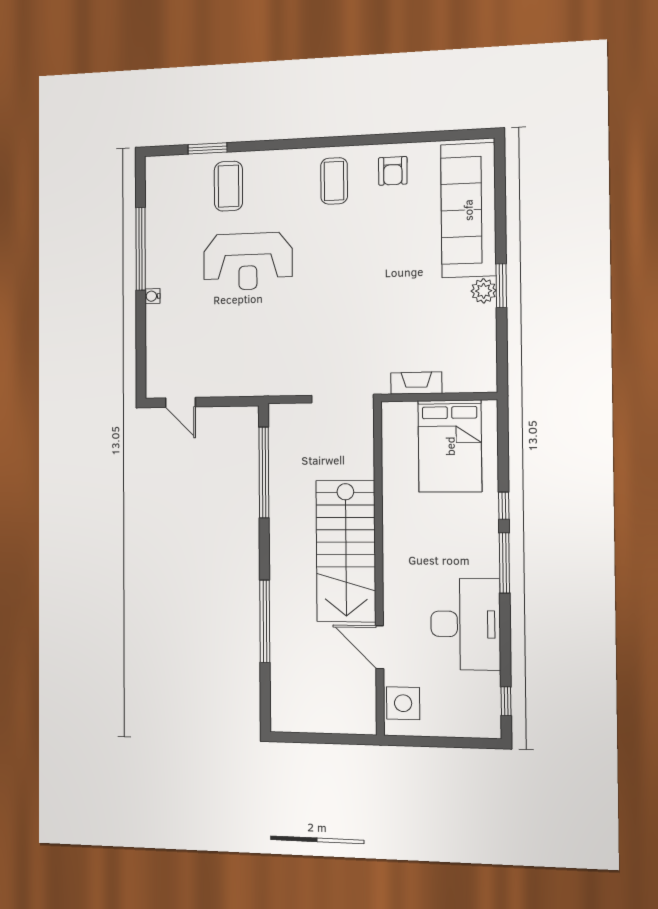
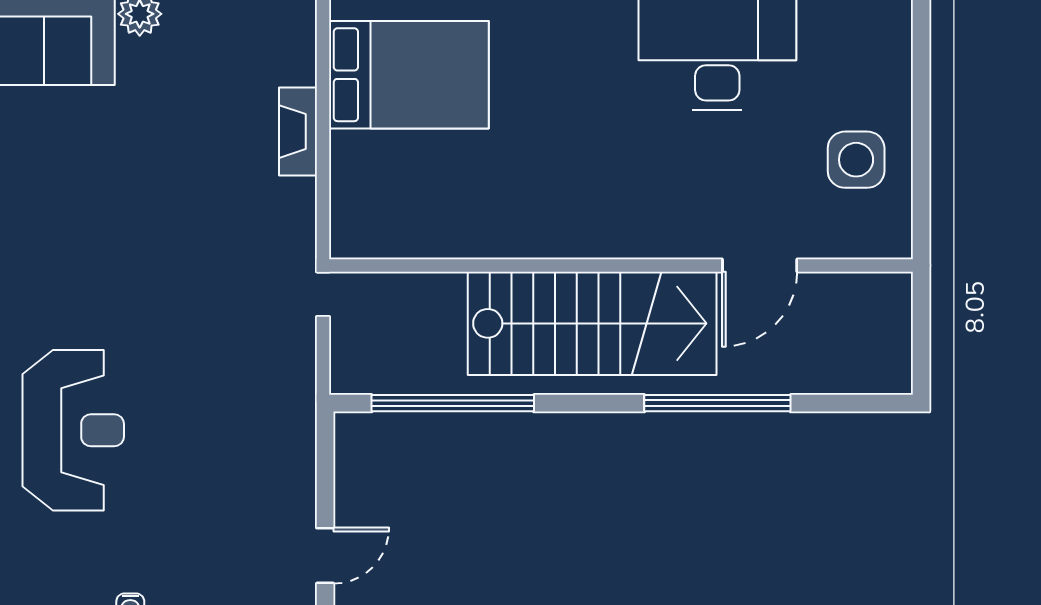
stairs: (346, 551) -> (592, 323), moved
wall: (379, 568) -> (621, 265), moved
door: (380, 647) -> (760, 265), moved

